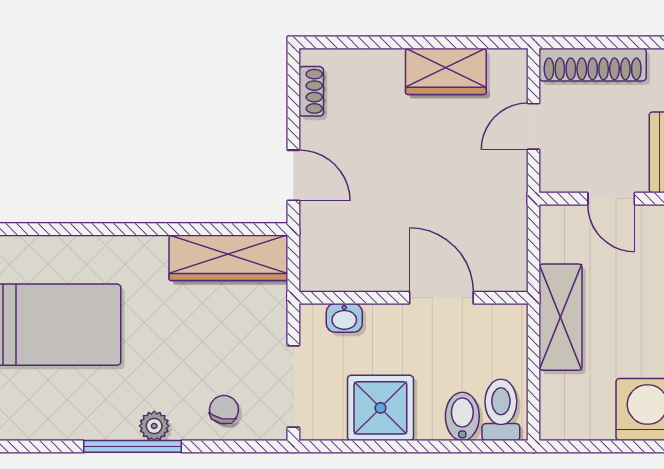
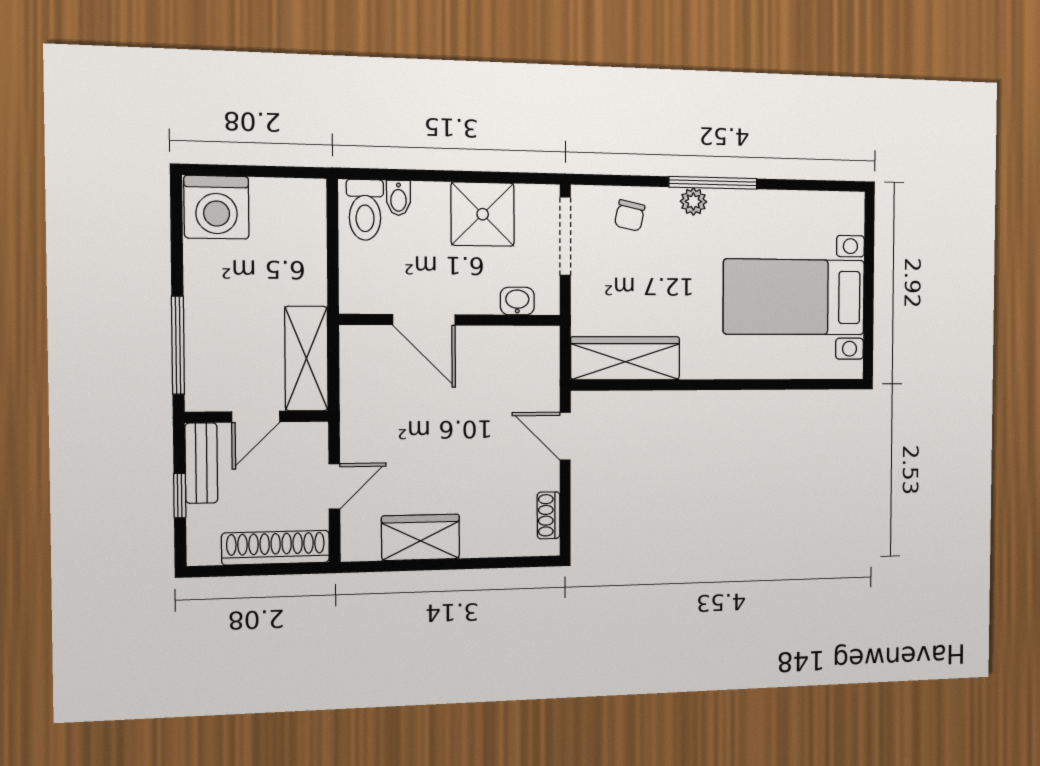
door: (611, 199) -> (256, 417), swing flipped
shelving: (561, 317) -> (306, 359), moved
bidet: (462, 416) -> (398, 198), width x0.72, depth x0.74

